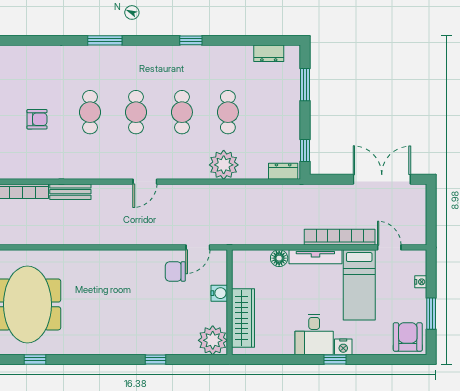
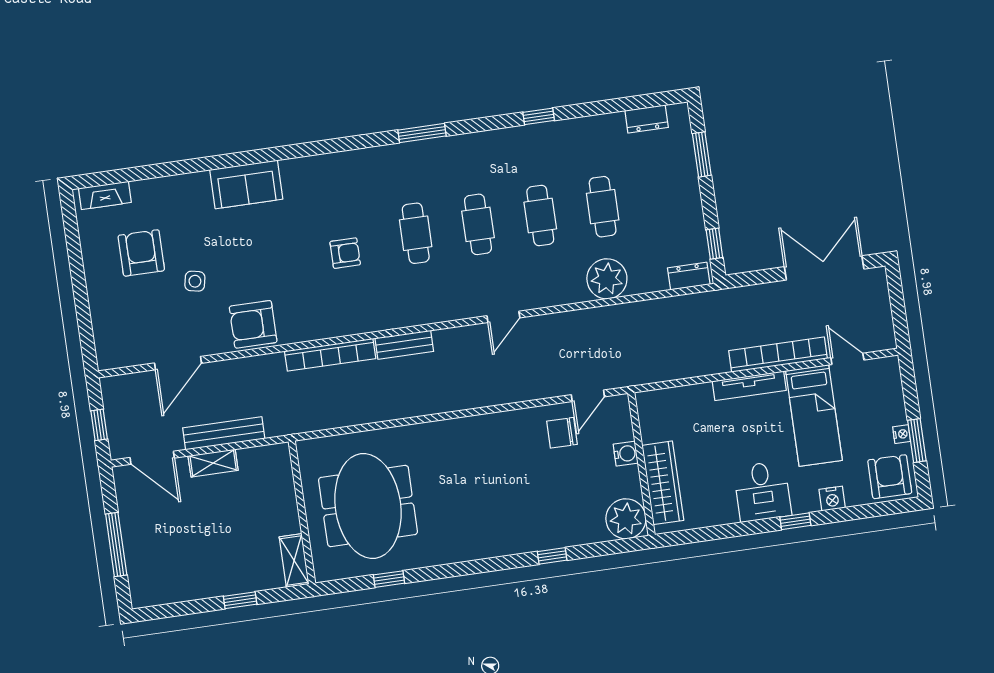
floor lamp: (279, 258) -> (700, 395), removed
nightstand: (421, 282) -> (902, 434), moved
nightstand: (343, 347) -> (832, 499), moved

